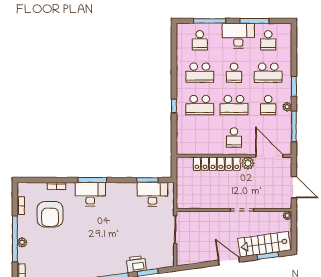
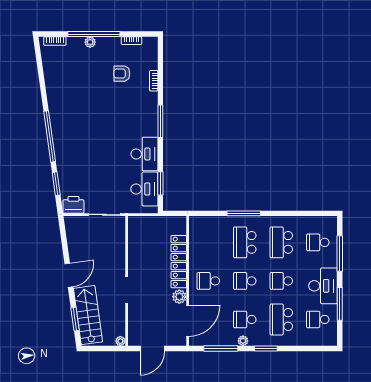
school desk: (234, 105) -> (245, 281), width x0.54
window: (174, 106) -> (244, 213), width x2.17
desk: (90, 194) -> (144, 154), moved
armchair: (50, 214) -> (122, 74), width x0.53, depth x0.53
printer: (136, 264) -> (73, 205), moved, turned -82

